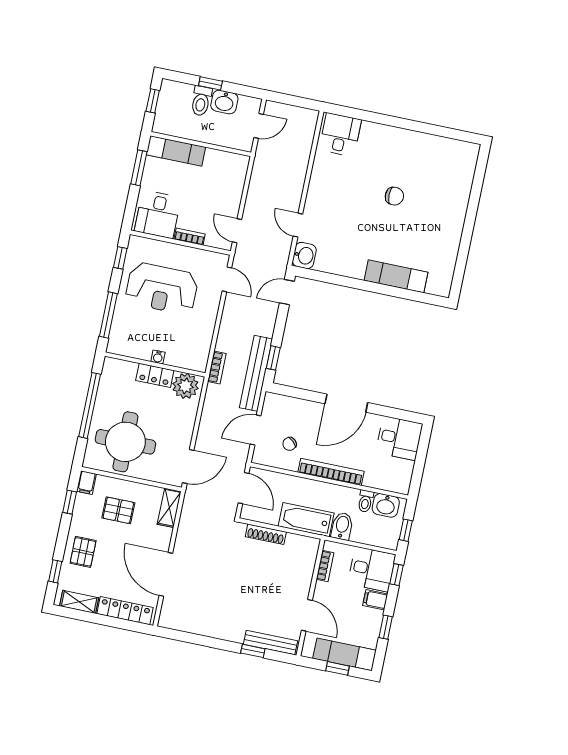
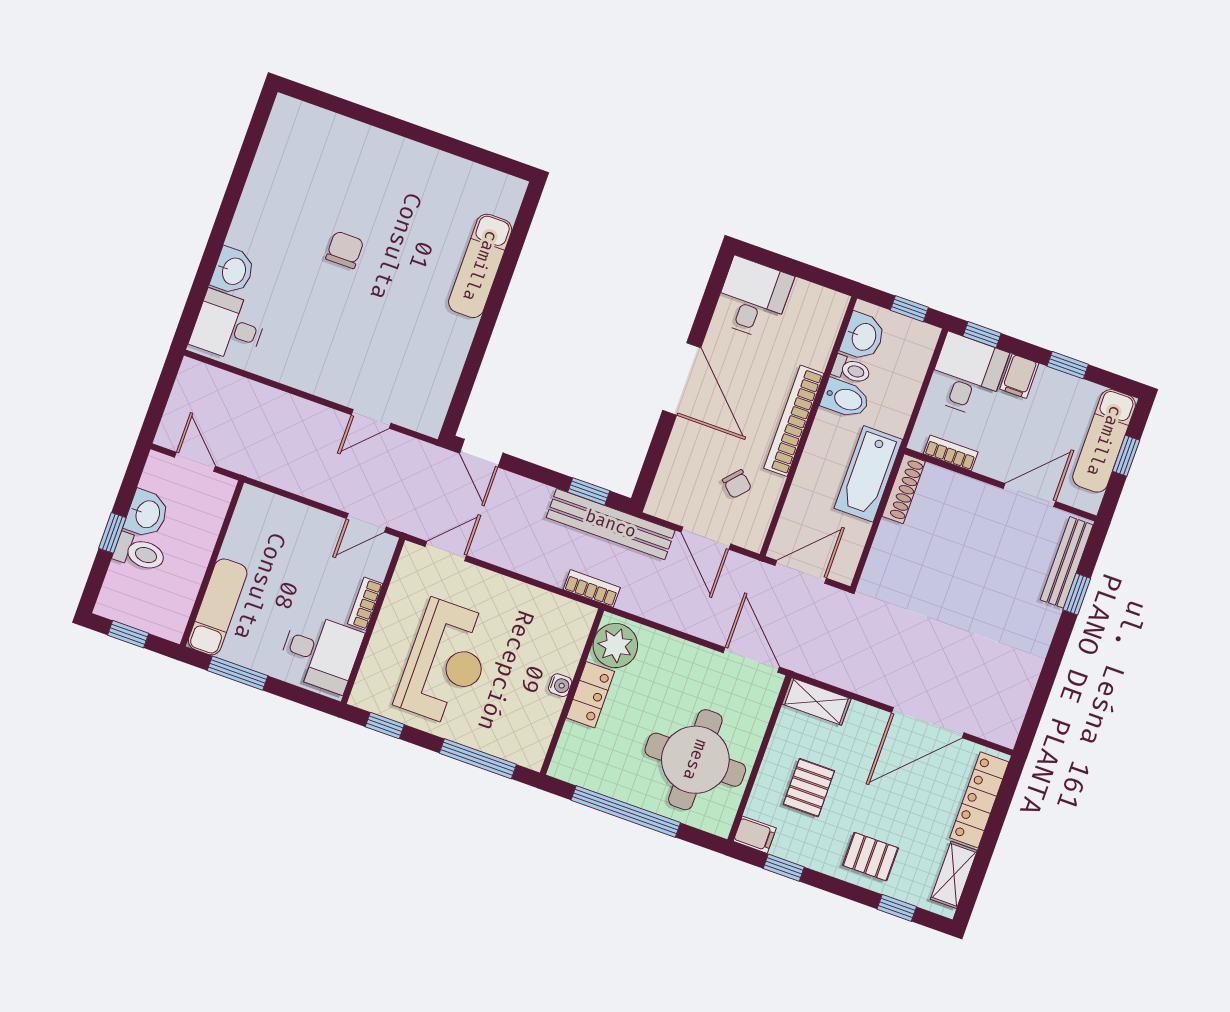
washbasin: (304, 255) -> (233, 271), moved, turned 90
bidet: (342, 526) -> (845, 399), moved, turned 180
shoe rack: (266, 534) -> (904, 489), moved

